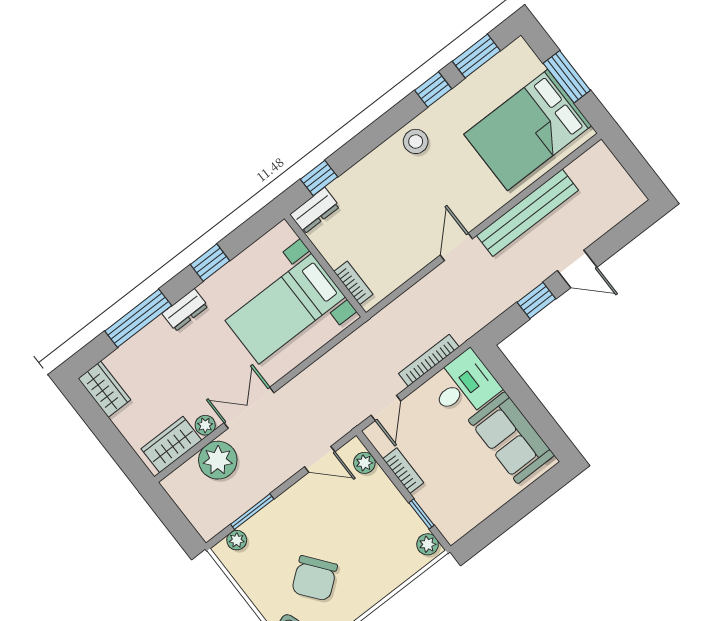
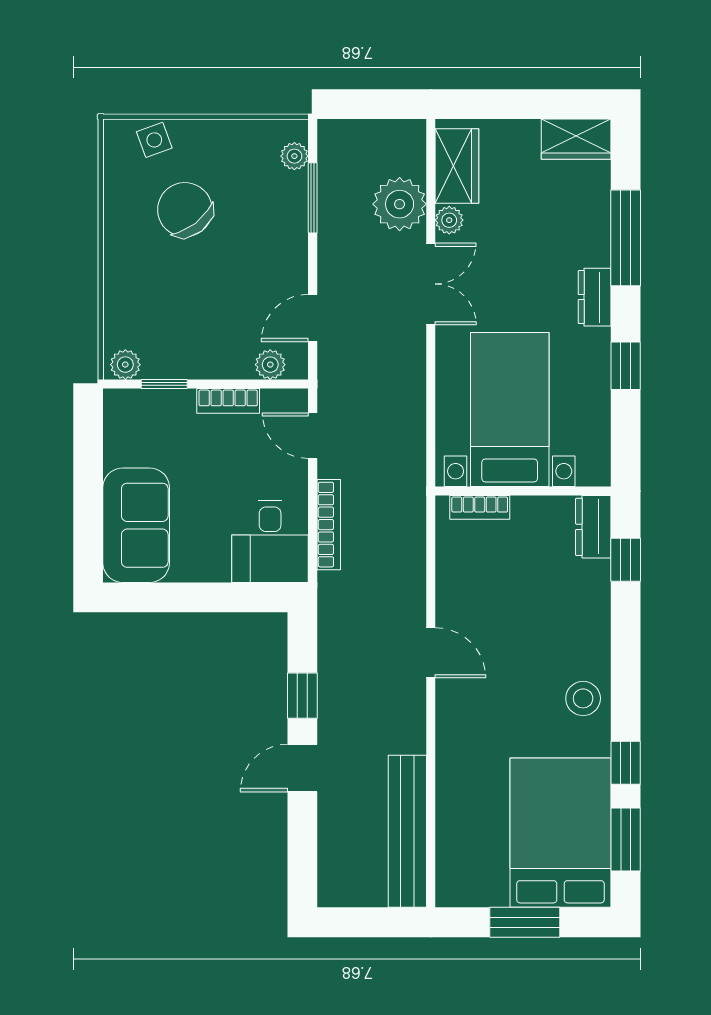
bed: (528, 130) -> (560, 833), moved
bench: (527, 213) -> (407, 831), moved
sofa: (511, 438) -> (136, 525), moved, turned 90

